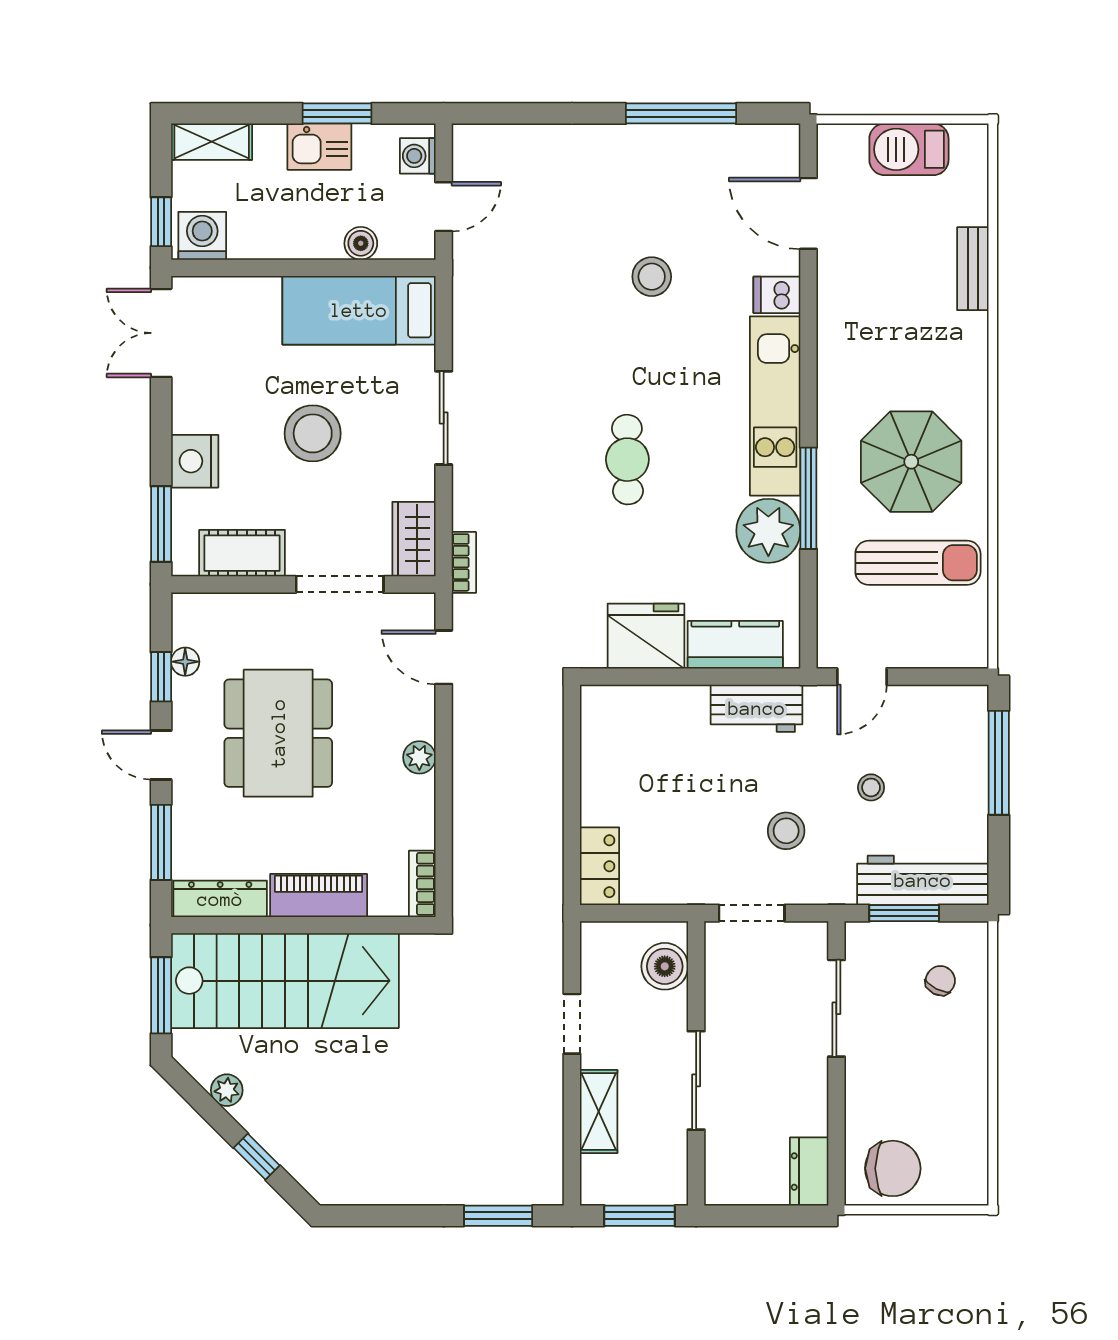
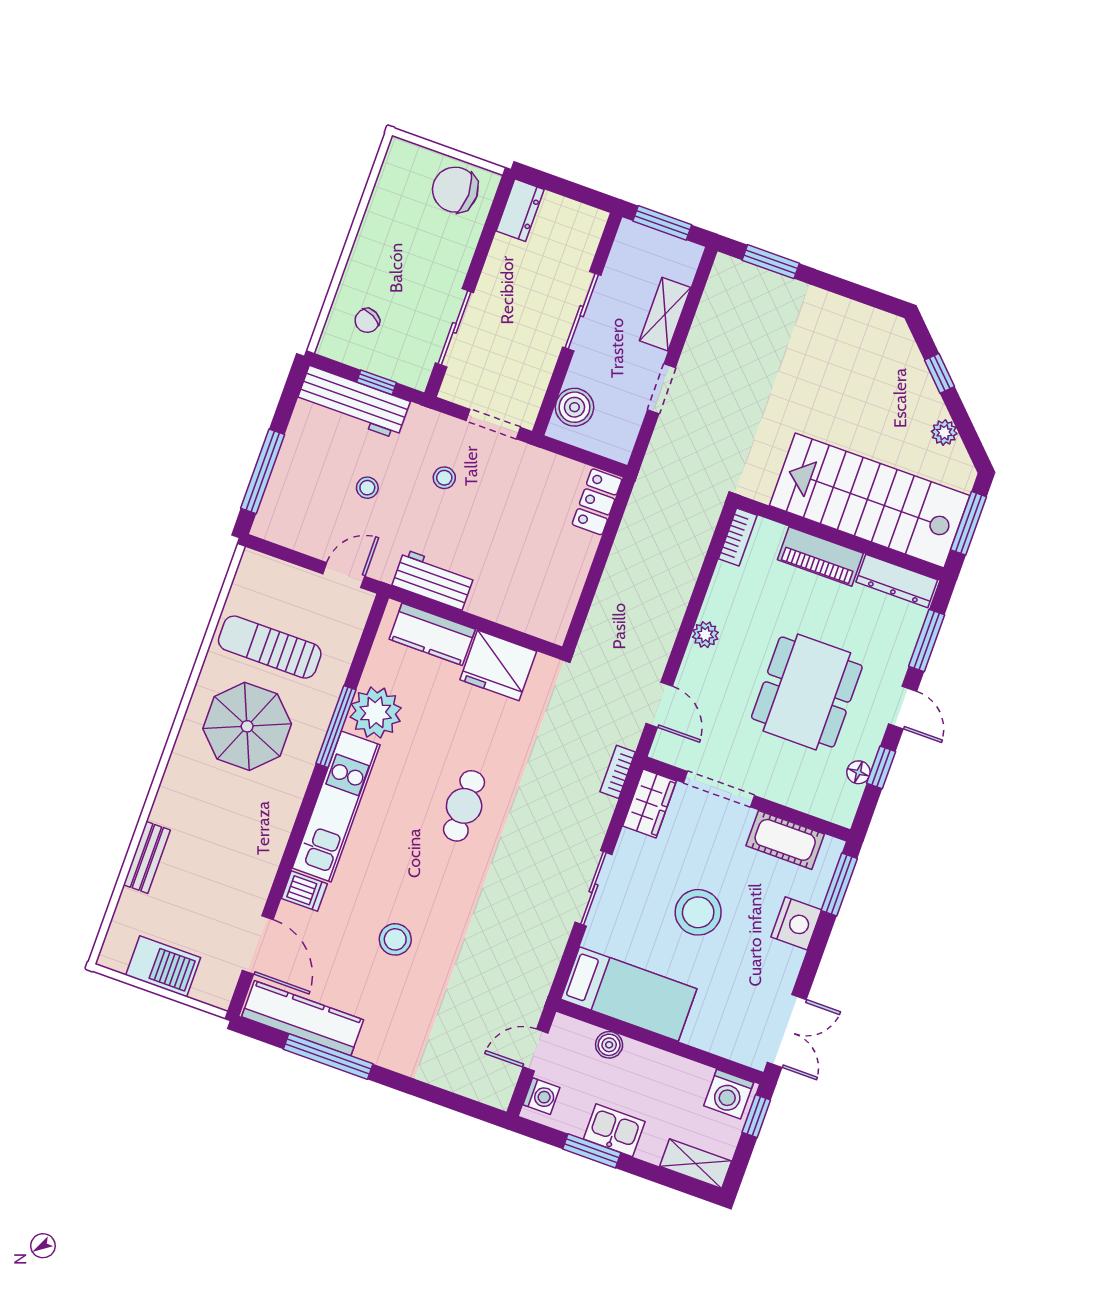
kitchen counter: (726, 147) -> (303, 1018), added
stool: (786, 831) -> (444, 478), width x0.73, depth x0.73
window: (904, 913) -> (376, 382), width x0.67

